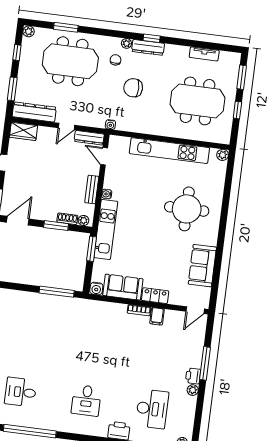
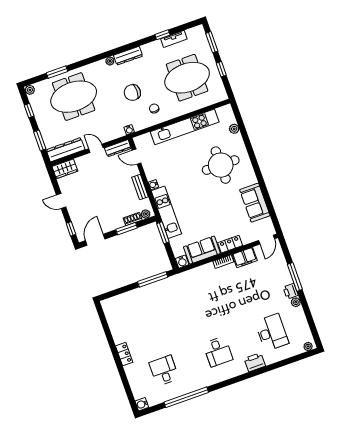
window: (152, 38) -> (162, 35), moved
chair: (116, 60) -> (154, 108), moved
door: (66, 126) -> (96, 148), swing flipped
plant: (223, 155) -> (234, 129), moved
filing cabinet: (157, 316) -> (245, 258), width x2.00
desk: (21, 392) -> (164, 371), turned 90

